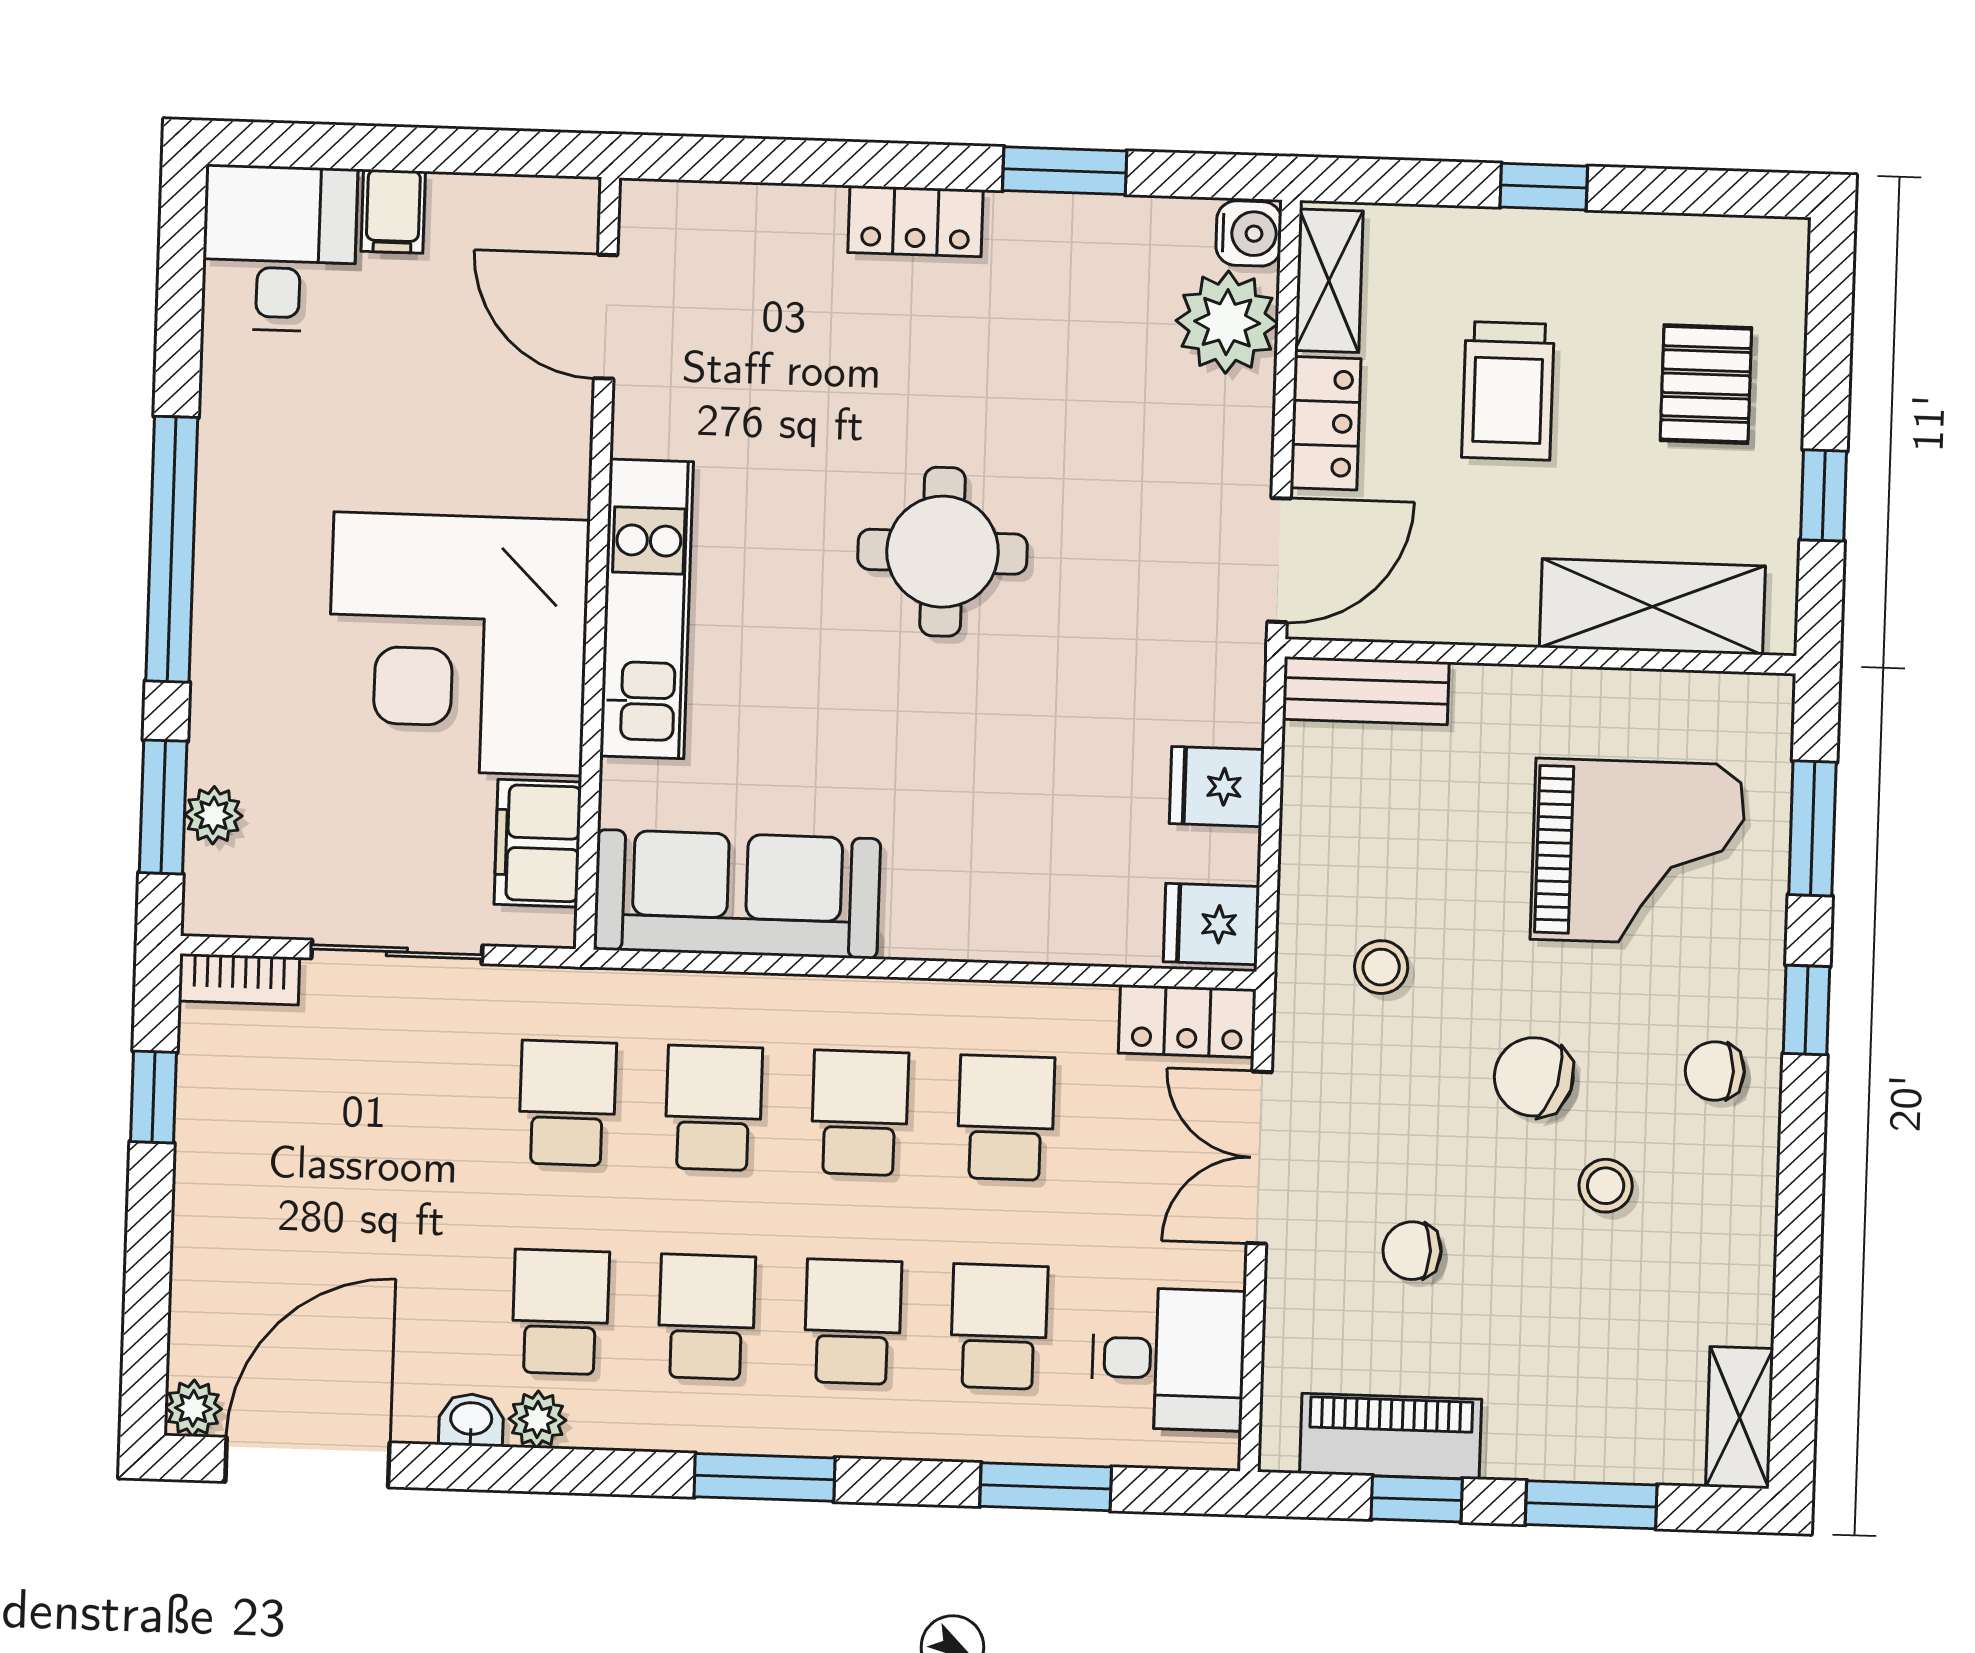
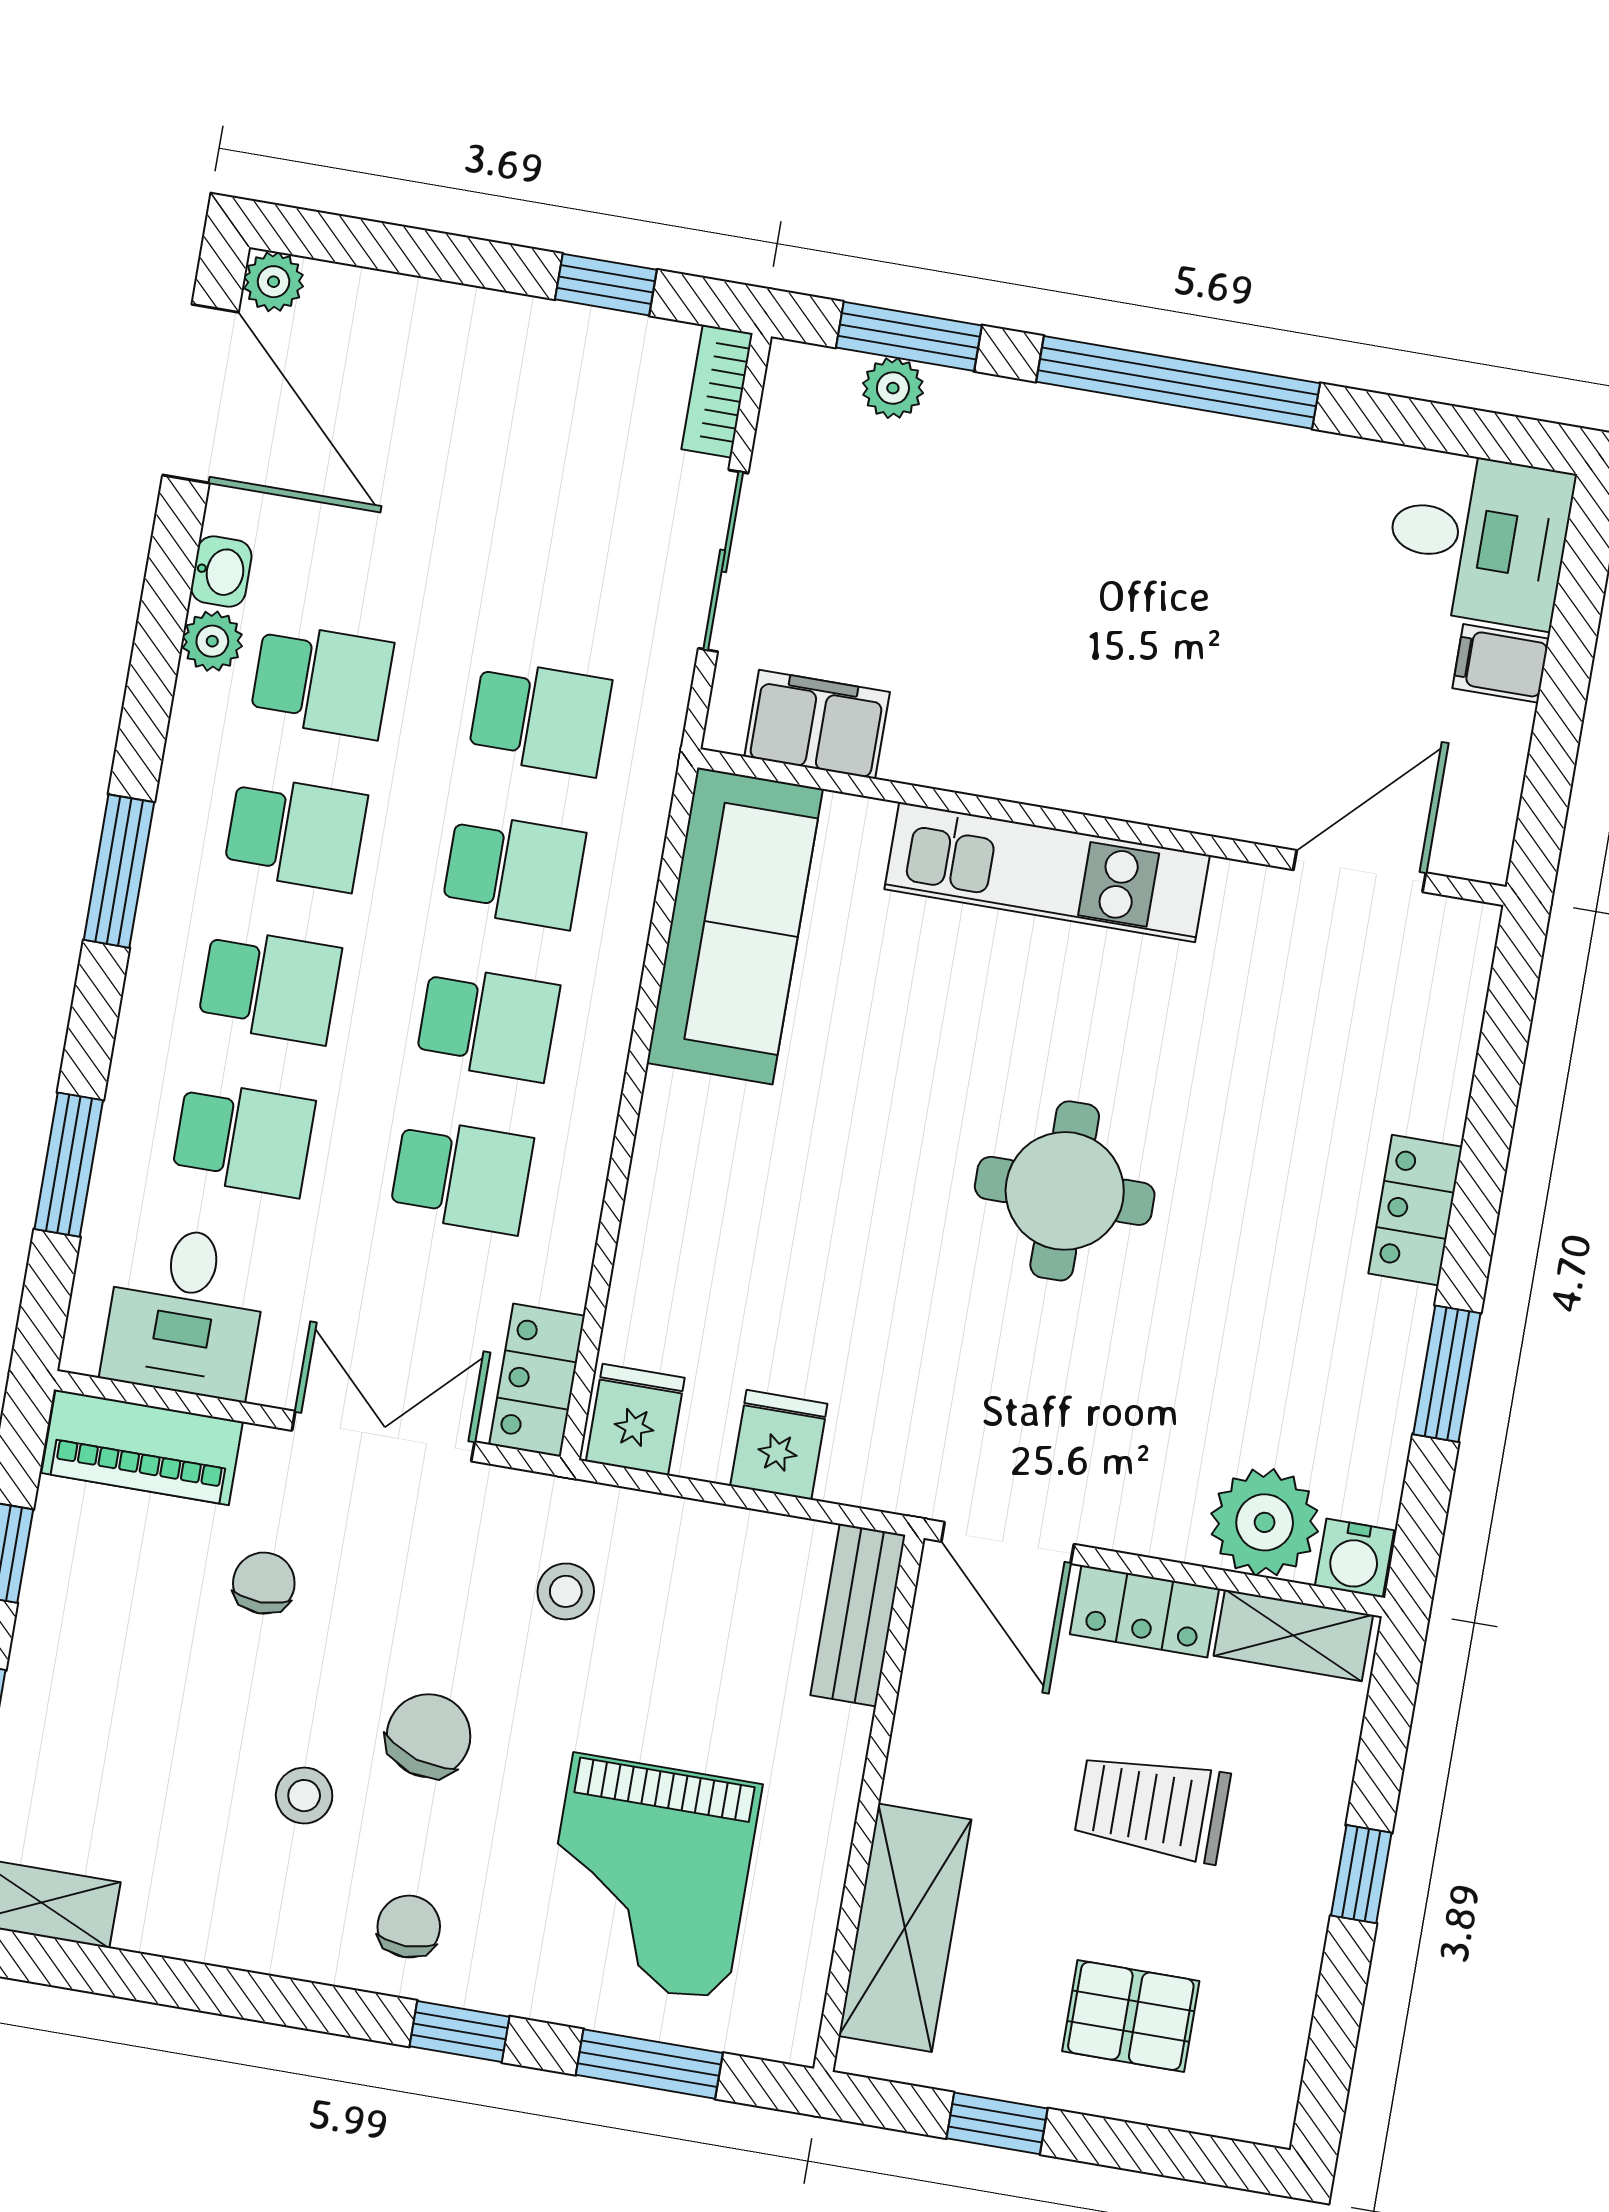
corner desk: (458, 644) -> (1038, 669), removed
piano: (1391, 1436) -> (142, 1447), moved, turned 90

